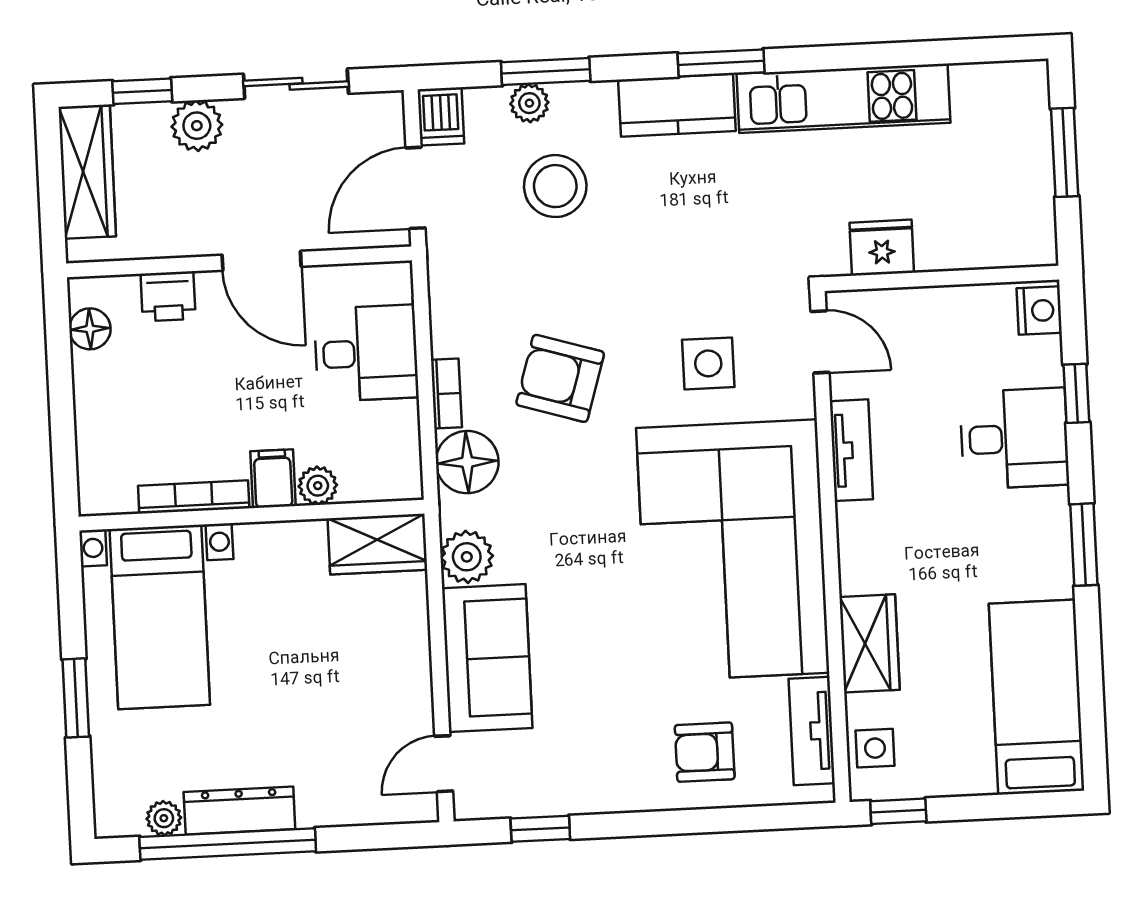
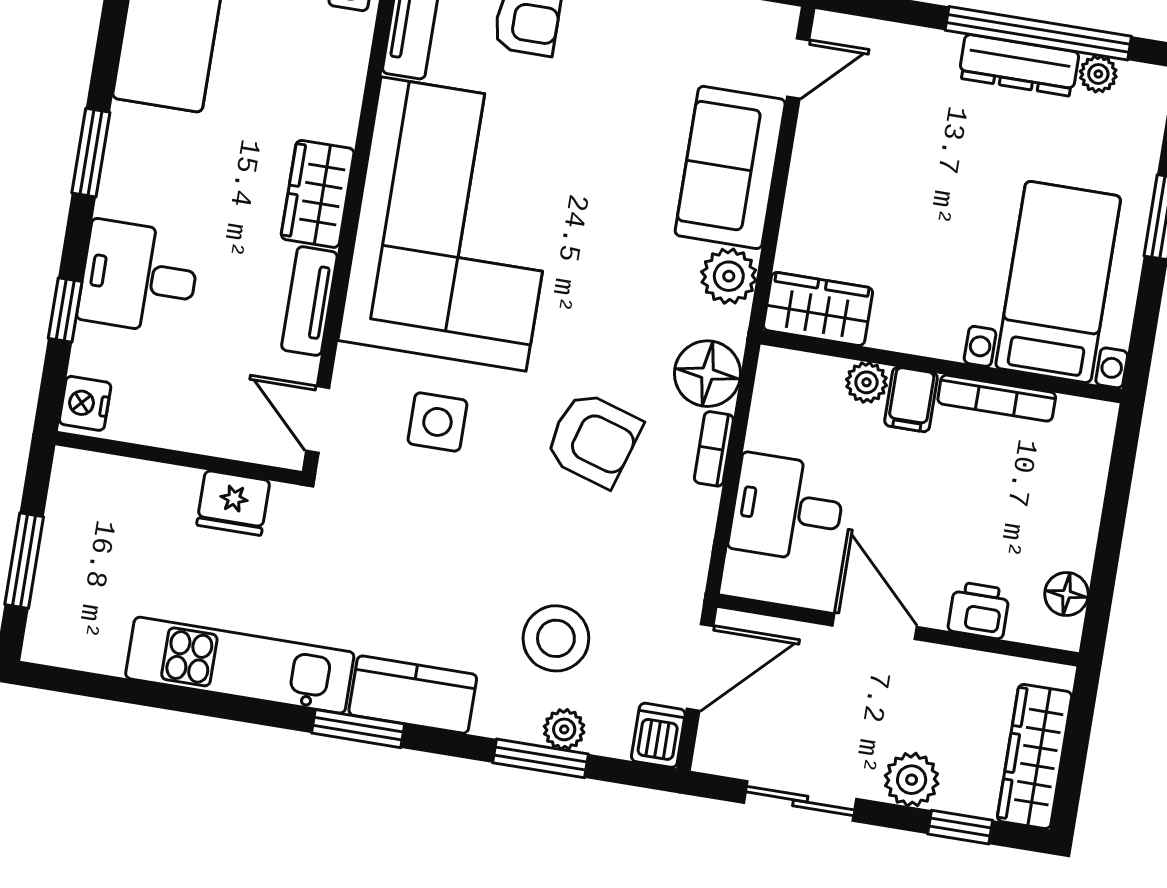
wardrobe: (869, 643) -> (318, 194), moved

